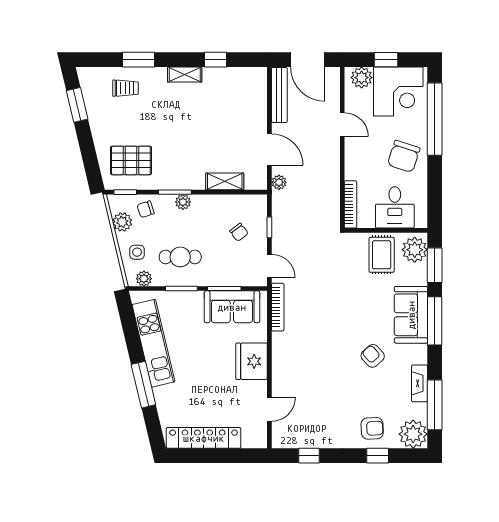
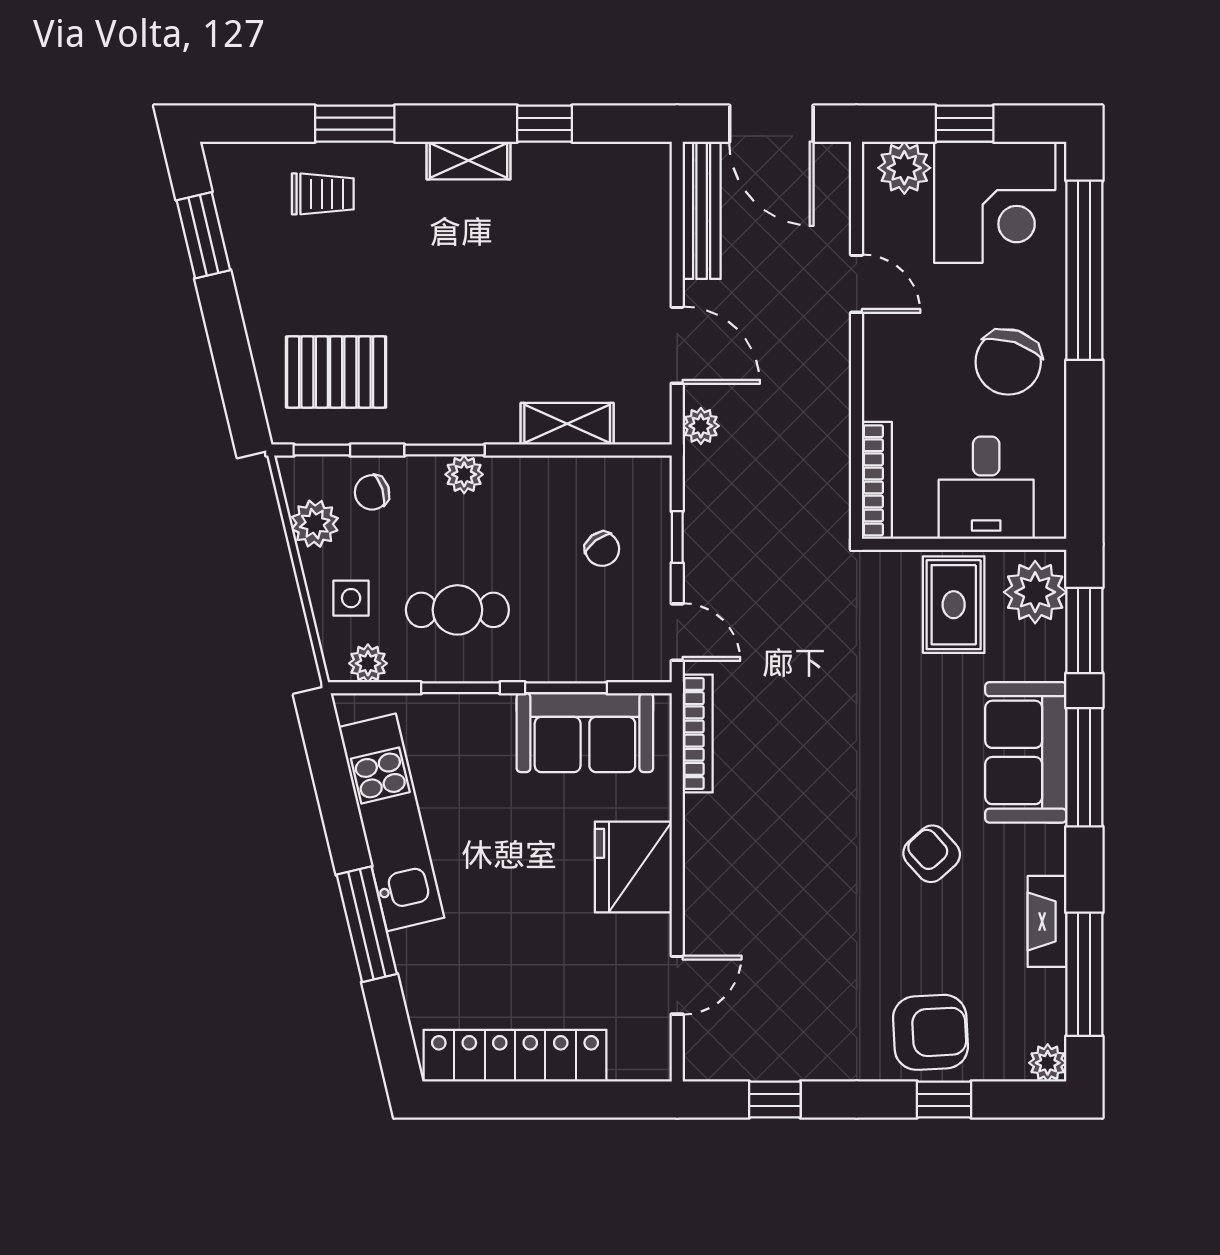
armchair: (372, 428) -> (930, 1032), width x1.38, depth x1.38
plant: (413, 434) -> (1048, 1063), width x0.53, depth x0.53

